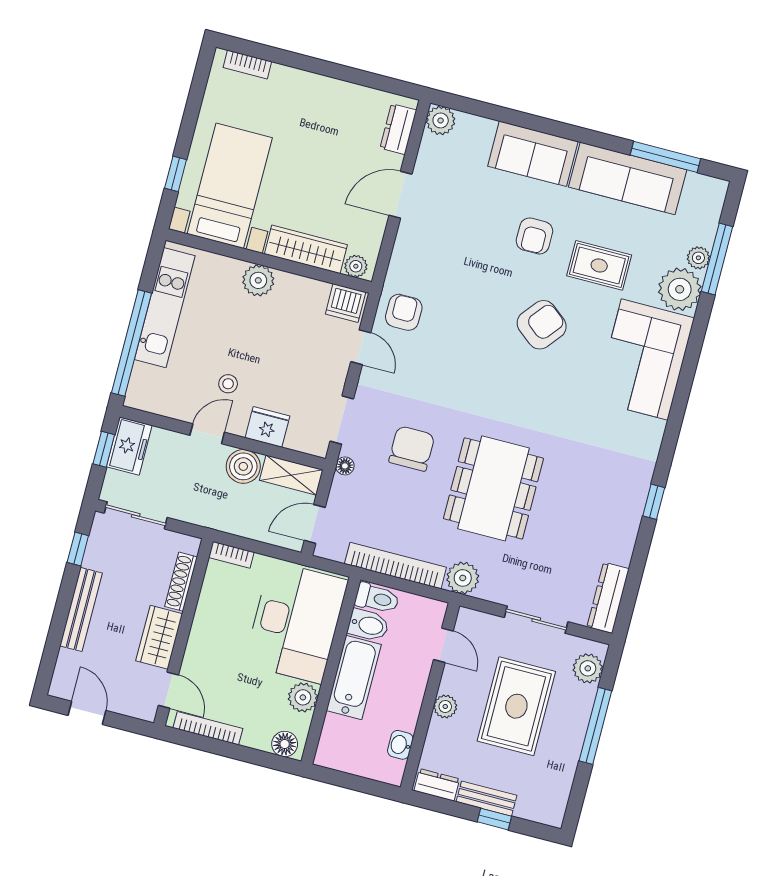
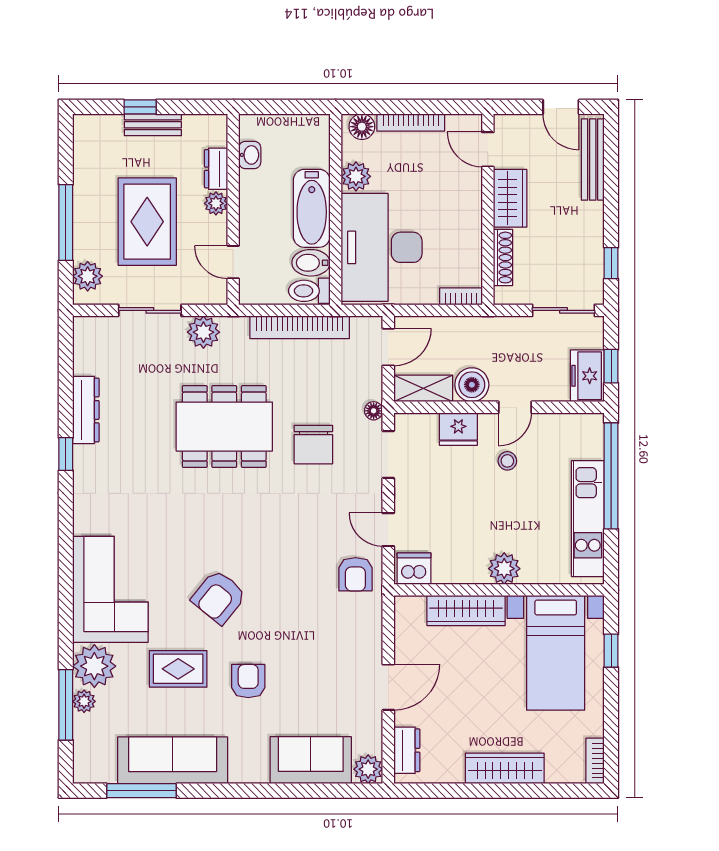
bookcase: (247, 65) -> (595, 761), moved, turned -90
wardrobe: (308, 87) -> (505, 768), added
sofa: (533, 154) -> (311, 760), moved
plant: (356, 266) -> (413, 607), removed
dining table: (493, 488) -> (224, 427), turned 90
plant: (463, 578) -> (203, 332), moved
dresser: (608, 598) -> (86, 410), moved
bench: (81, 609) -> (593, 160), moved
bookcase: (208, 728) -> (411, 122), moved
dresser: (437, 785) -> (216, 169), moved, turned 90

